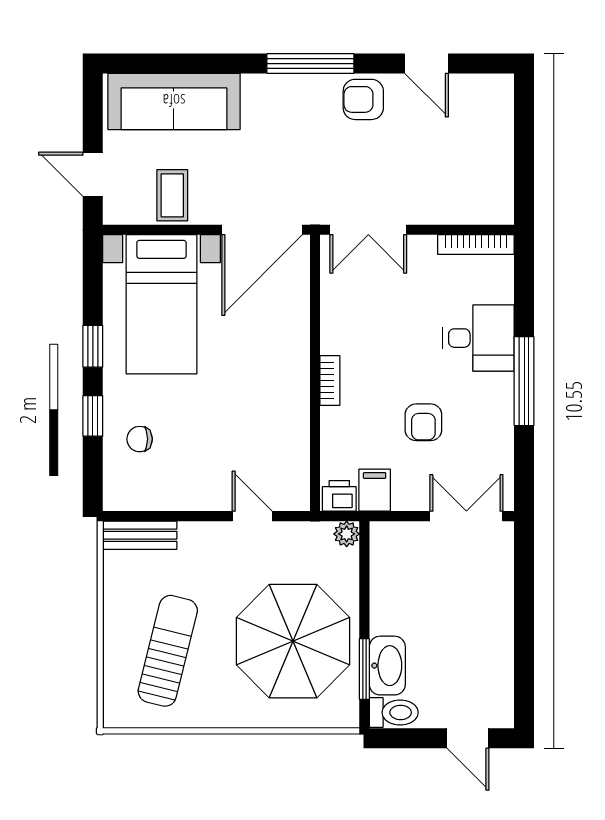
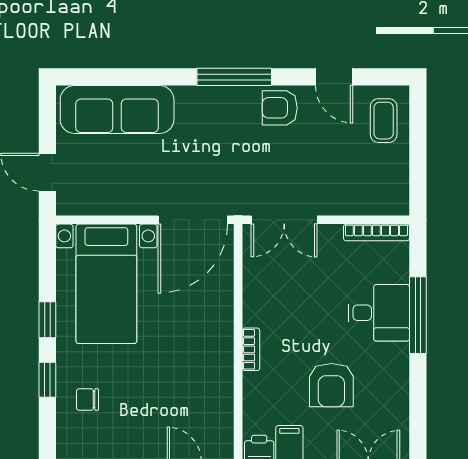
coffee table: (172, 195) -> (384, 121), moved
window: (524, 381) -> (418, 315), moved
armchair: (423, 422) -> (331, 385), width x1.38, depth x1.38

